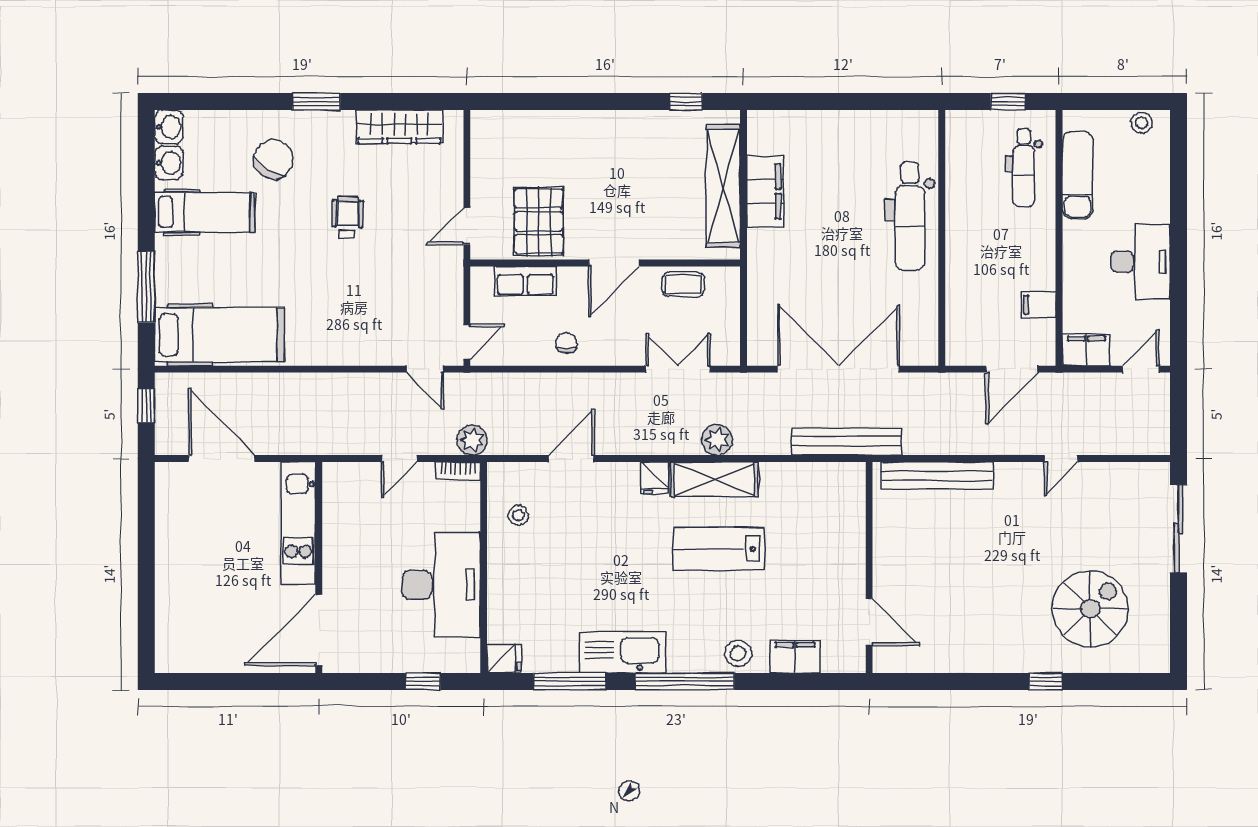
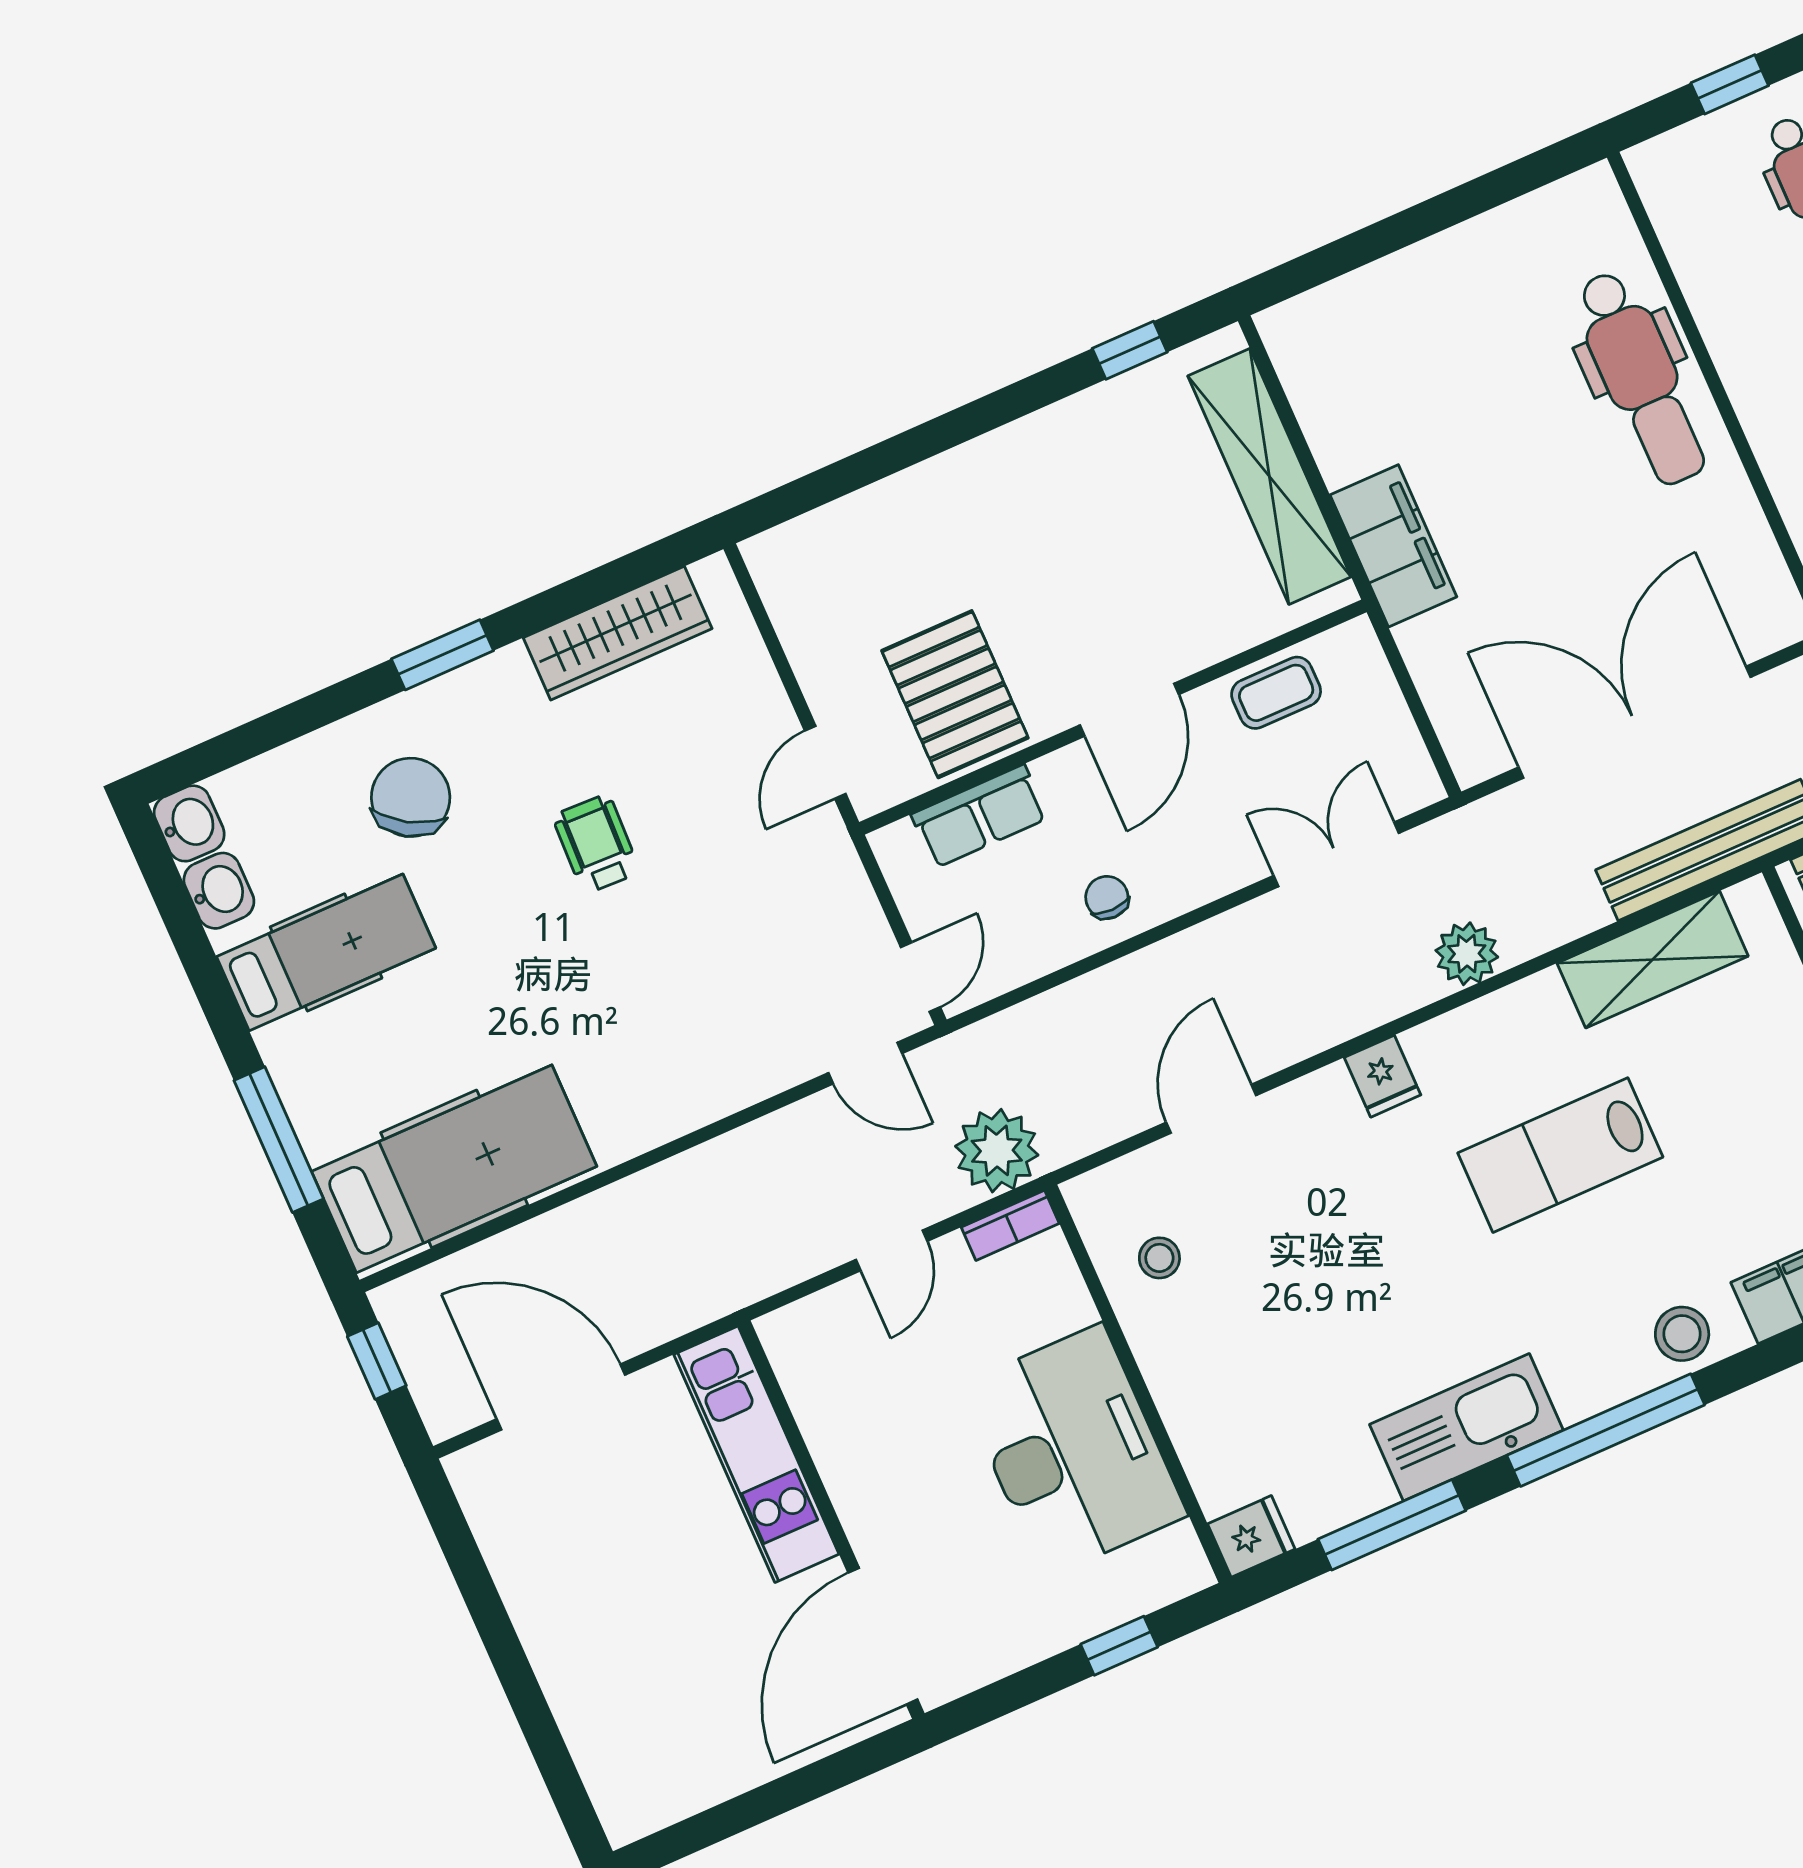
filing cabinet: (765, 191) -> (1393, 546), moved
plant: (472, 440) -> (997, 1151), width x1.36, depth x1.36
shelving: (714, 479) -> (1653, 960), moved

